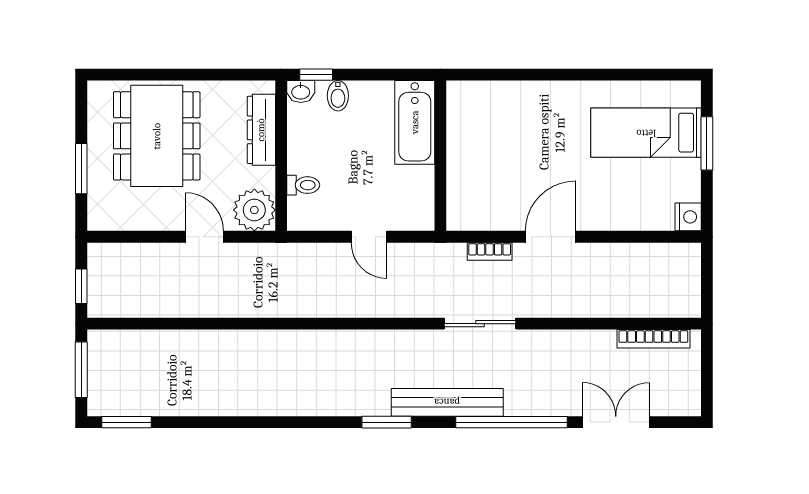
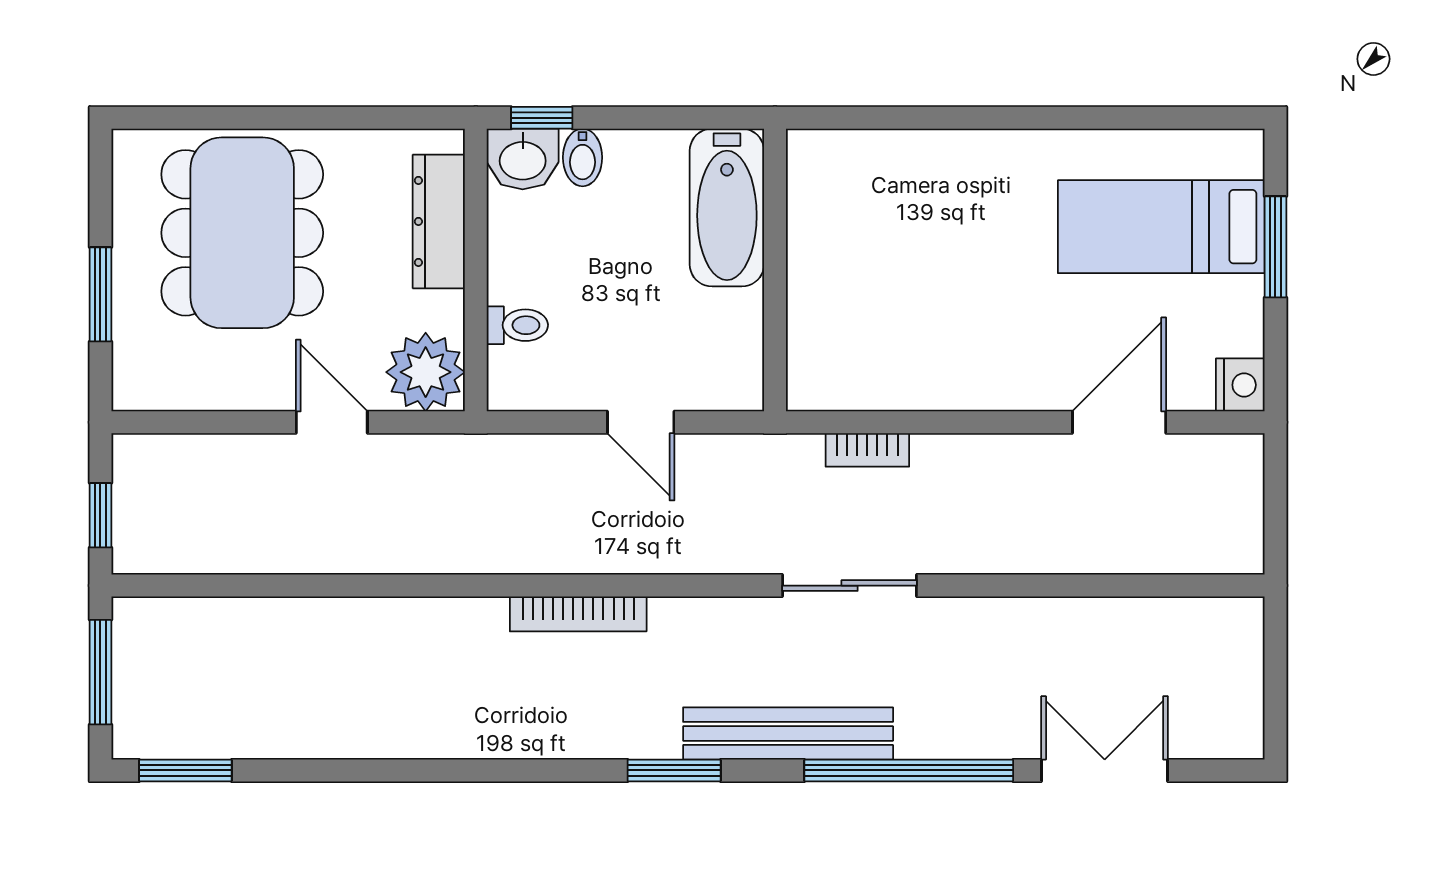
washbasin: (301, 92) -> (523, 159), width x1.38, depth x1.45
door: (550, 237) -> (1119, 422), moved
bookcase: (653, 339) -> (578, 614), moved

